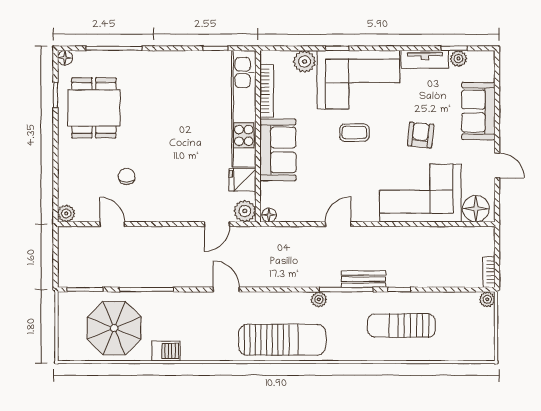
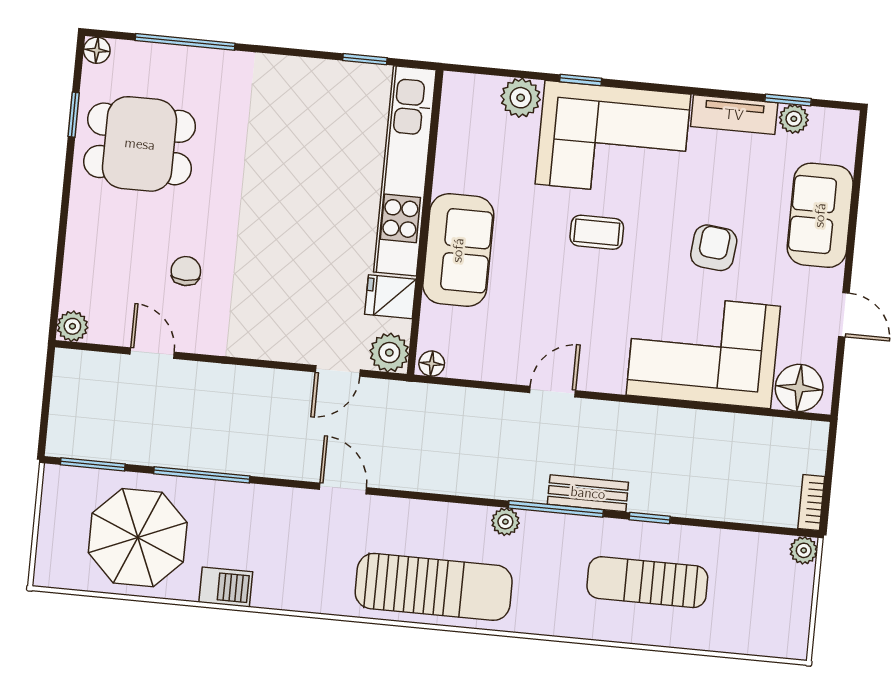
bookcase: (267, 91) -> (449, 143), removed
dining table: (94, 108) -> (140, 144), turned 90

